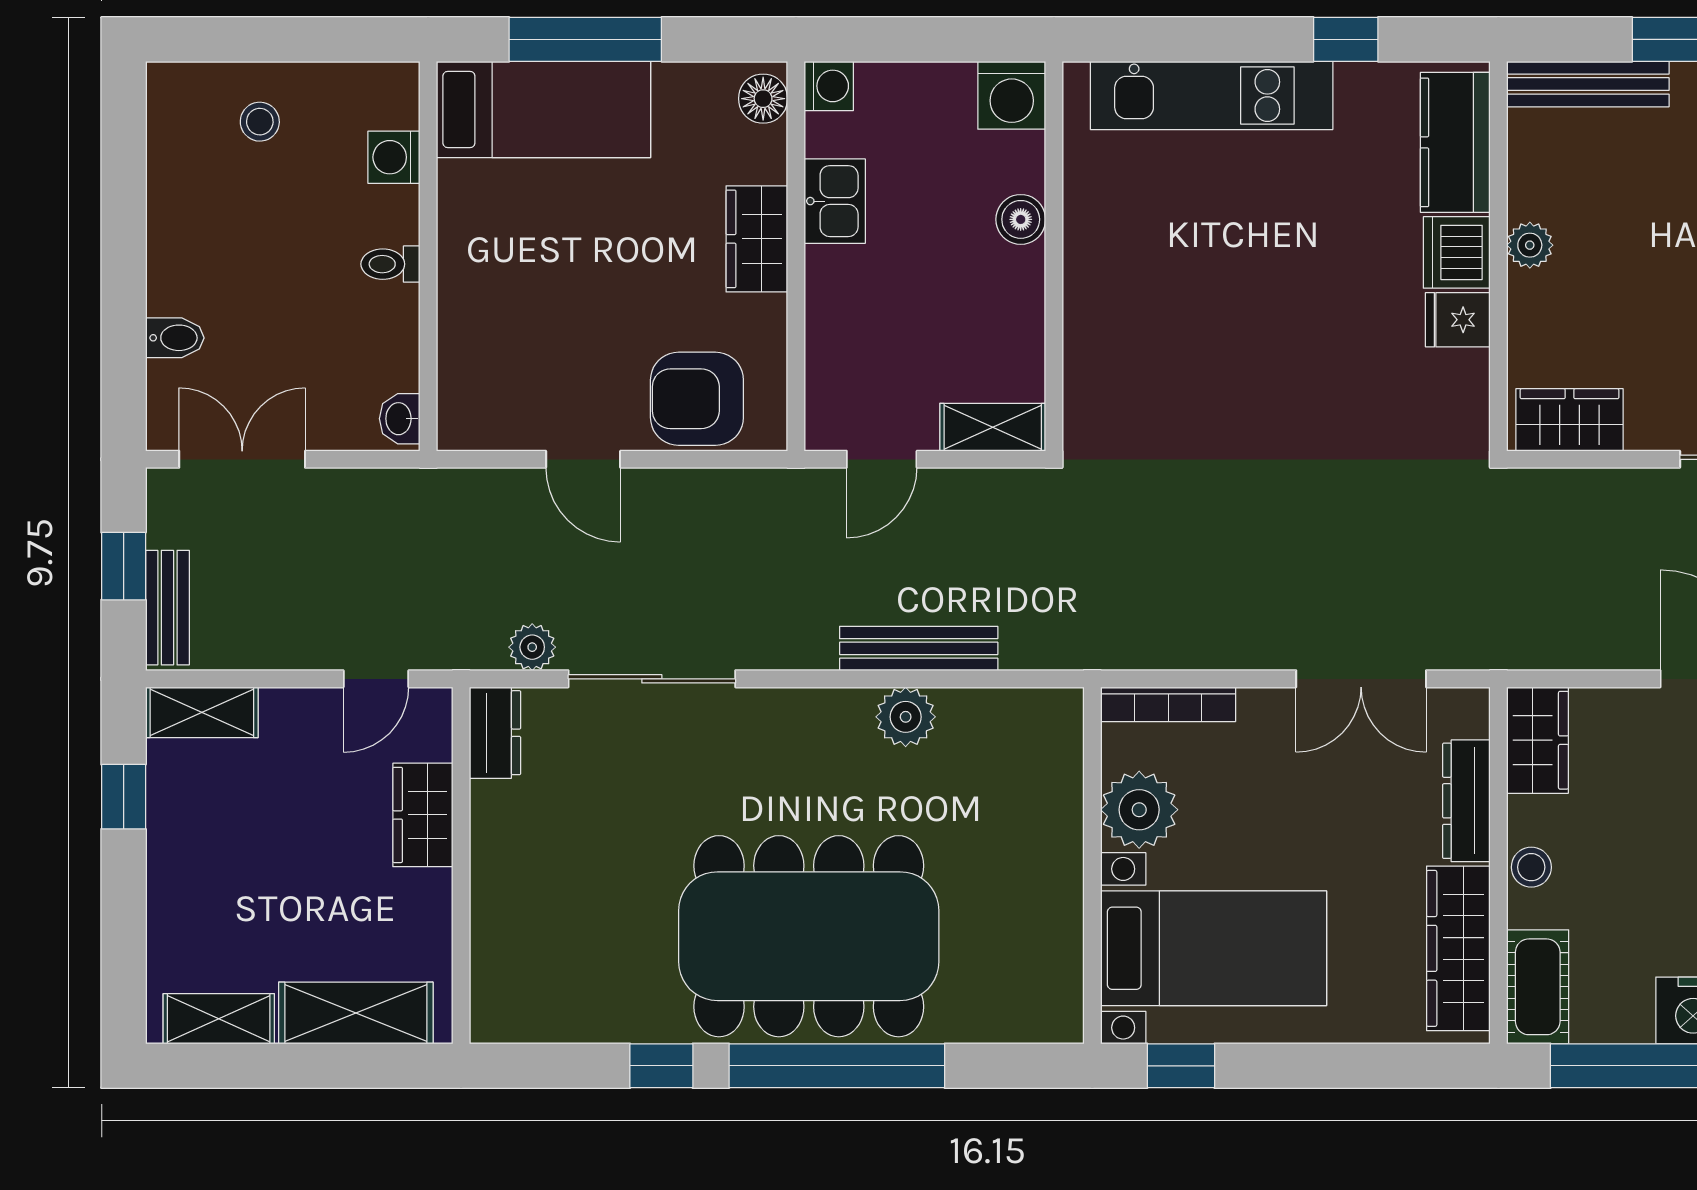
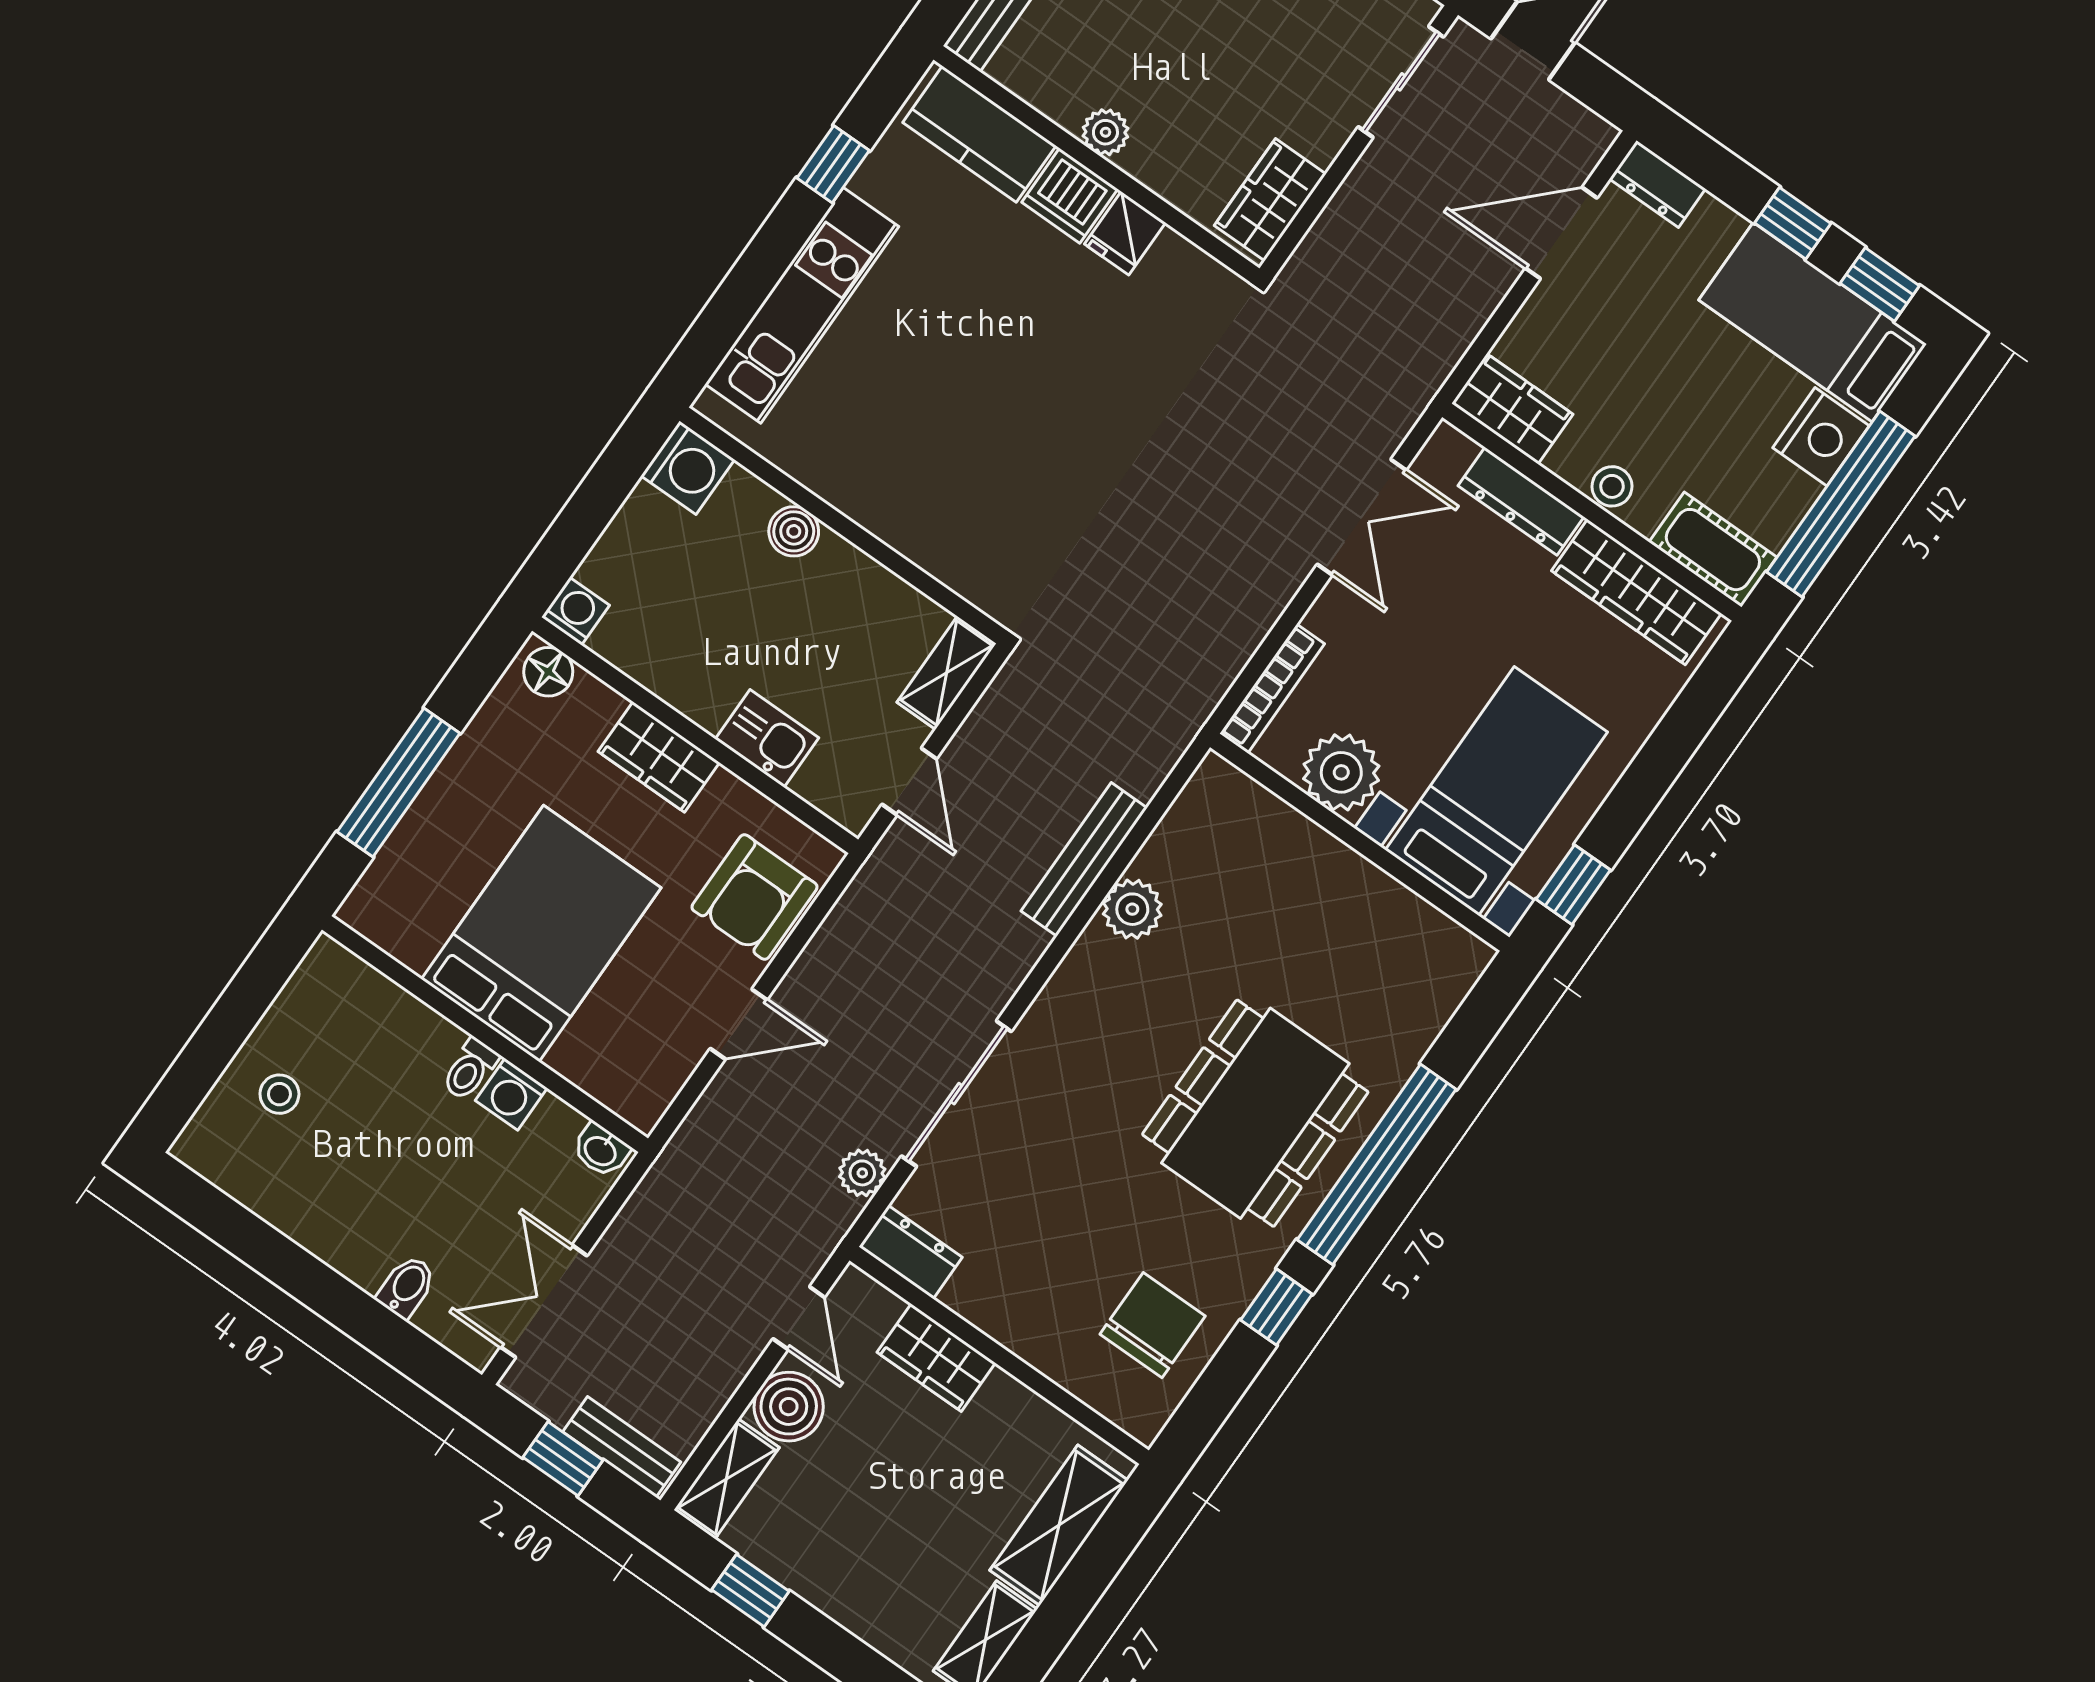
bed: (543, 110) -> (541, 933), moved, width x1.50
washing machine: (394, 157) -> (511, 1094), moved
kitchen sink: (835, 201) -> (767, 738), moved
boiler: (297, 722) -> (789, 1407), added
dining table: (809, 936) -> (1255, 1113), width x0.73, depth x0.80
chair: (575, 974) -> (1153, 1325), added

